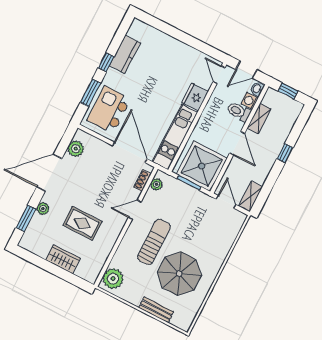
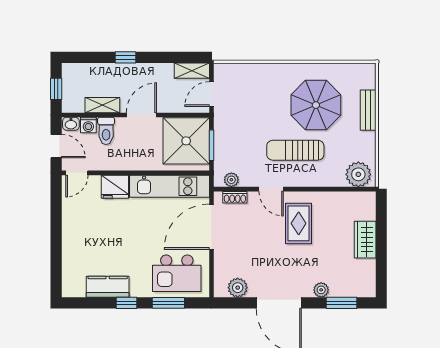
rug: (82, 223) -> (299, 223), moved

